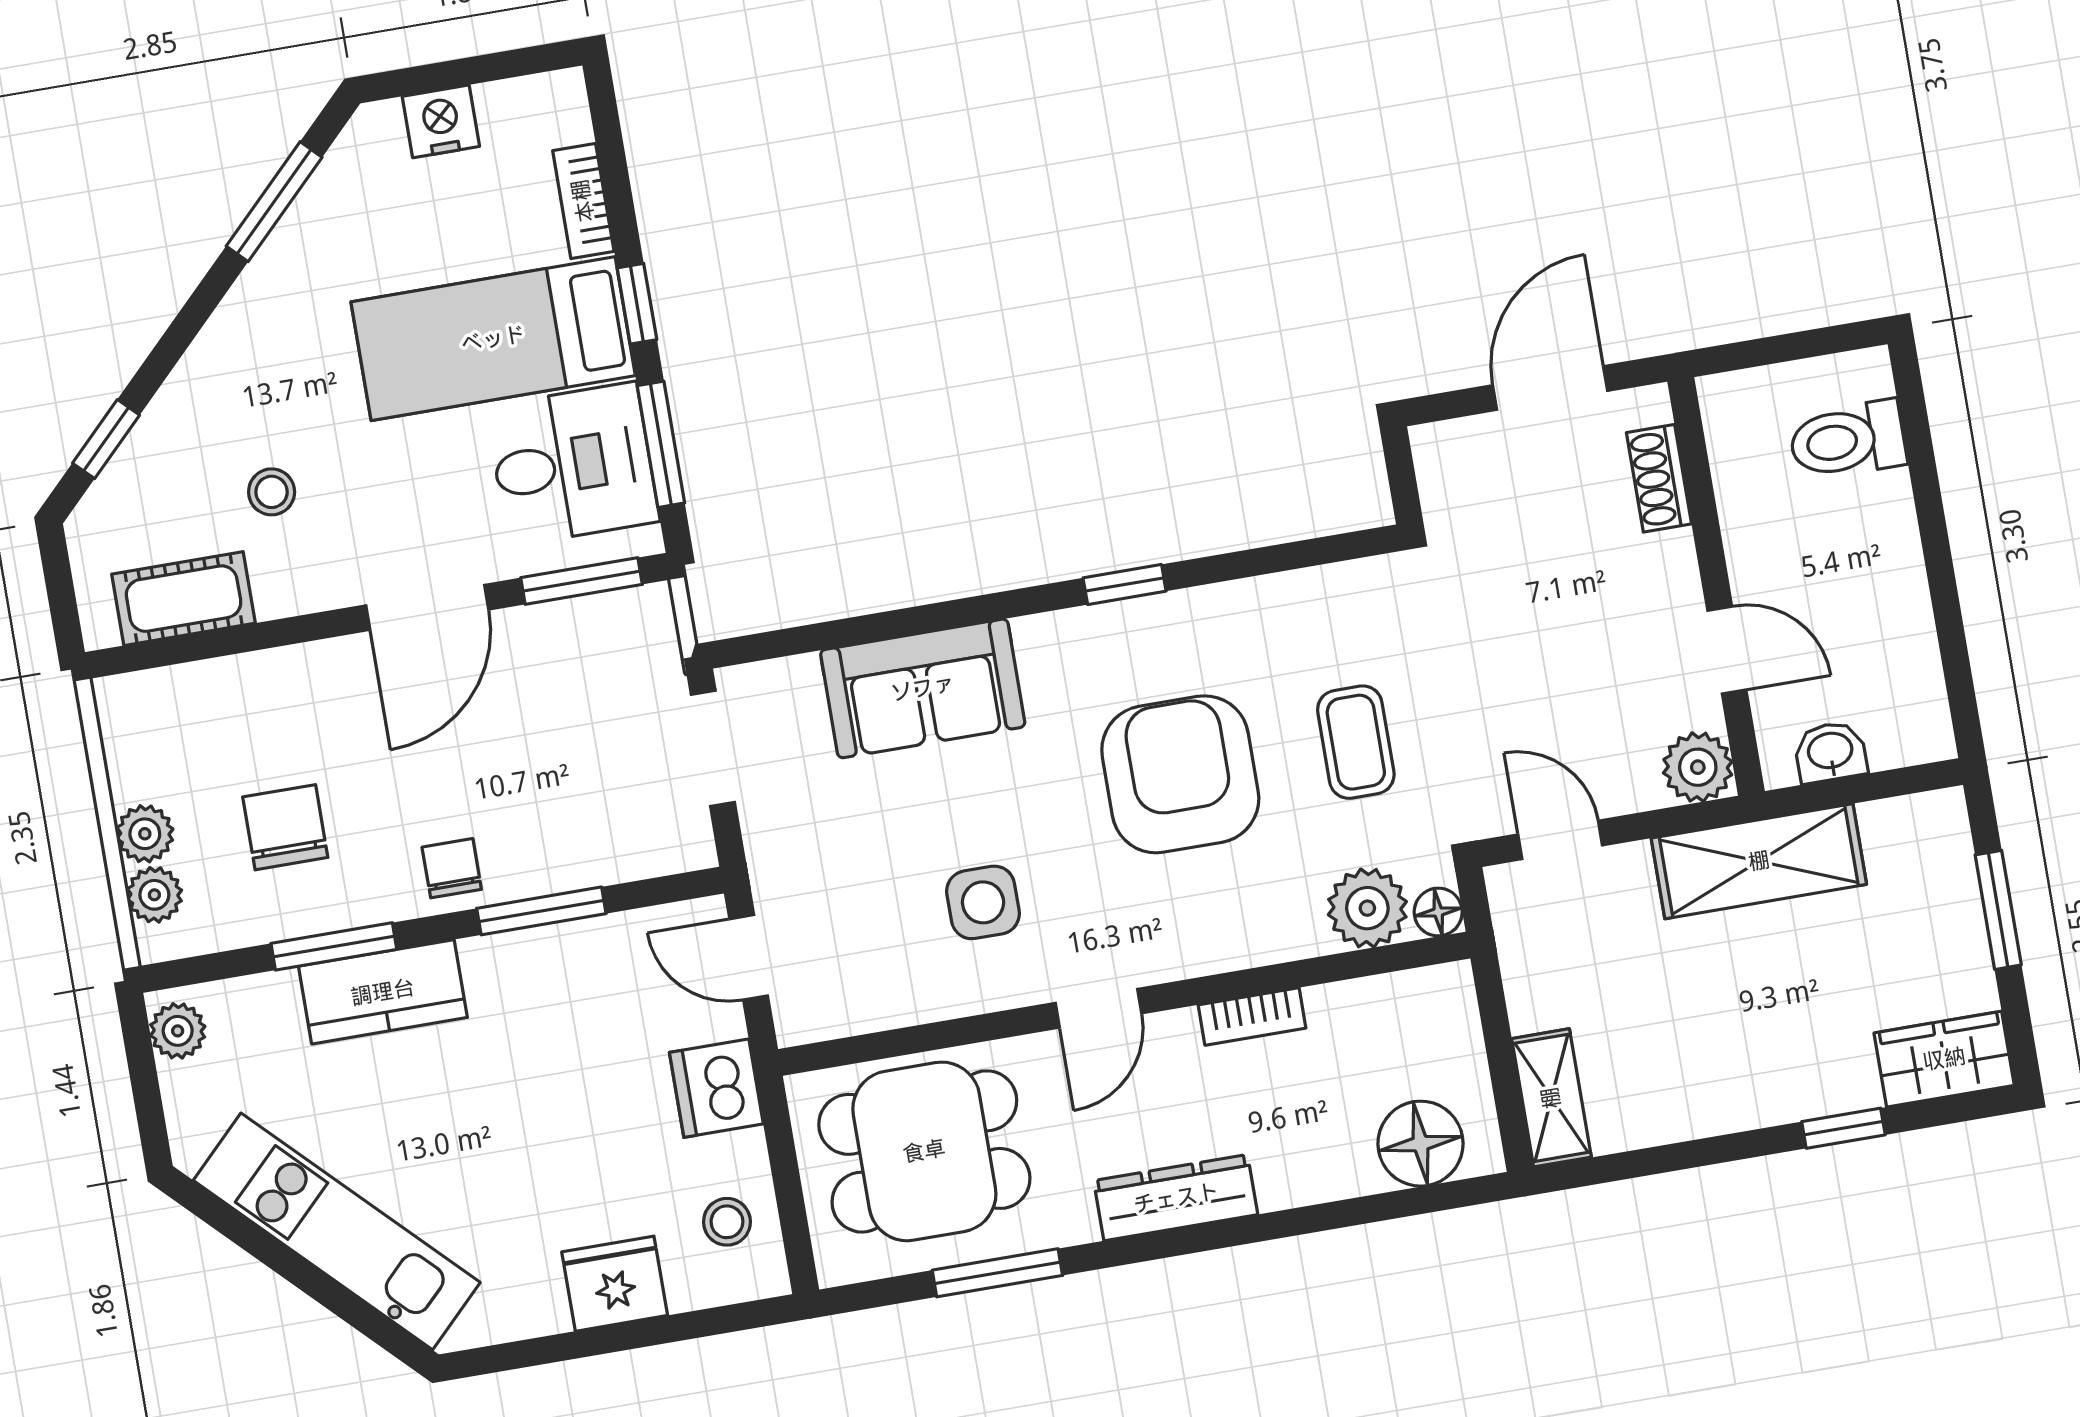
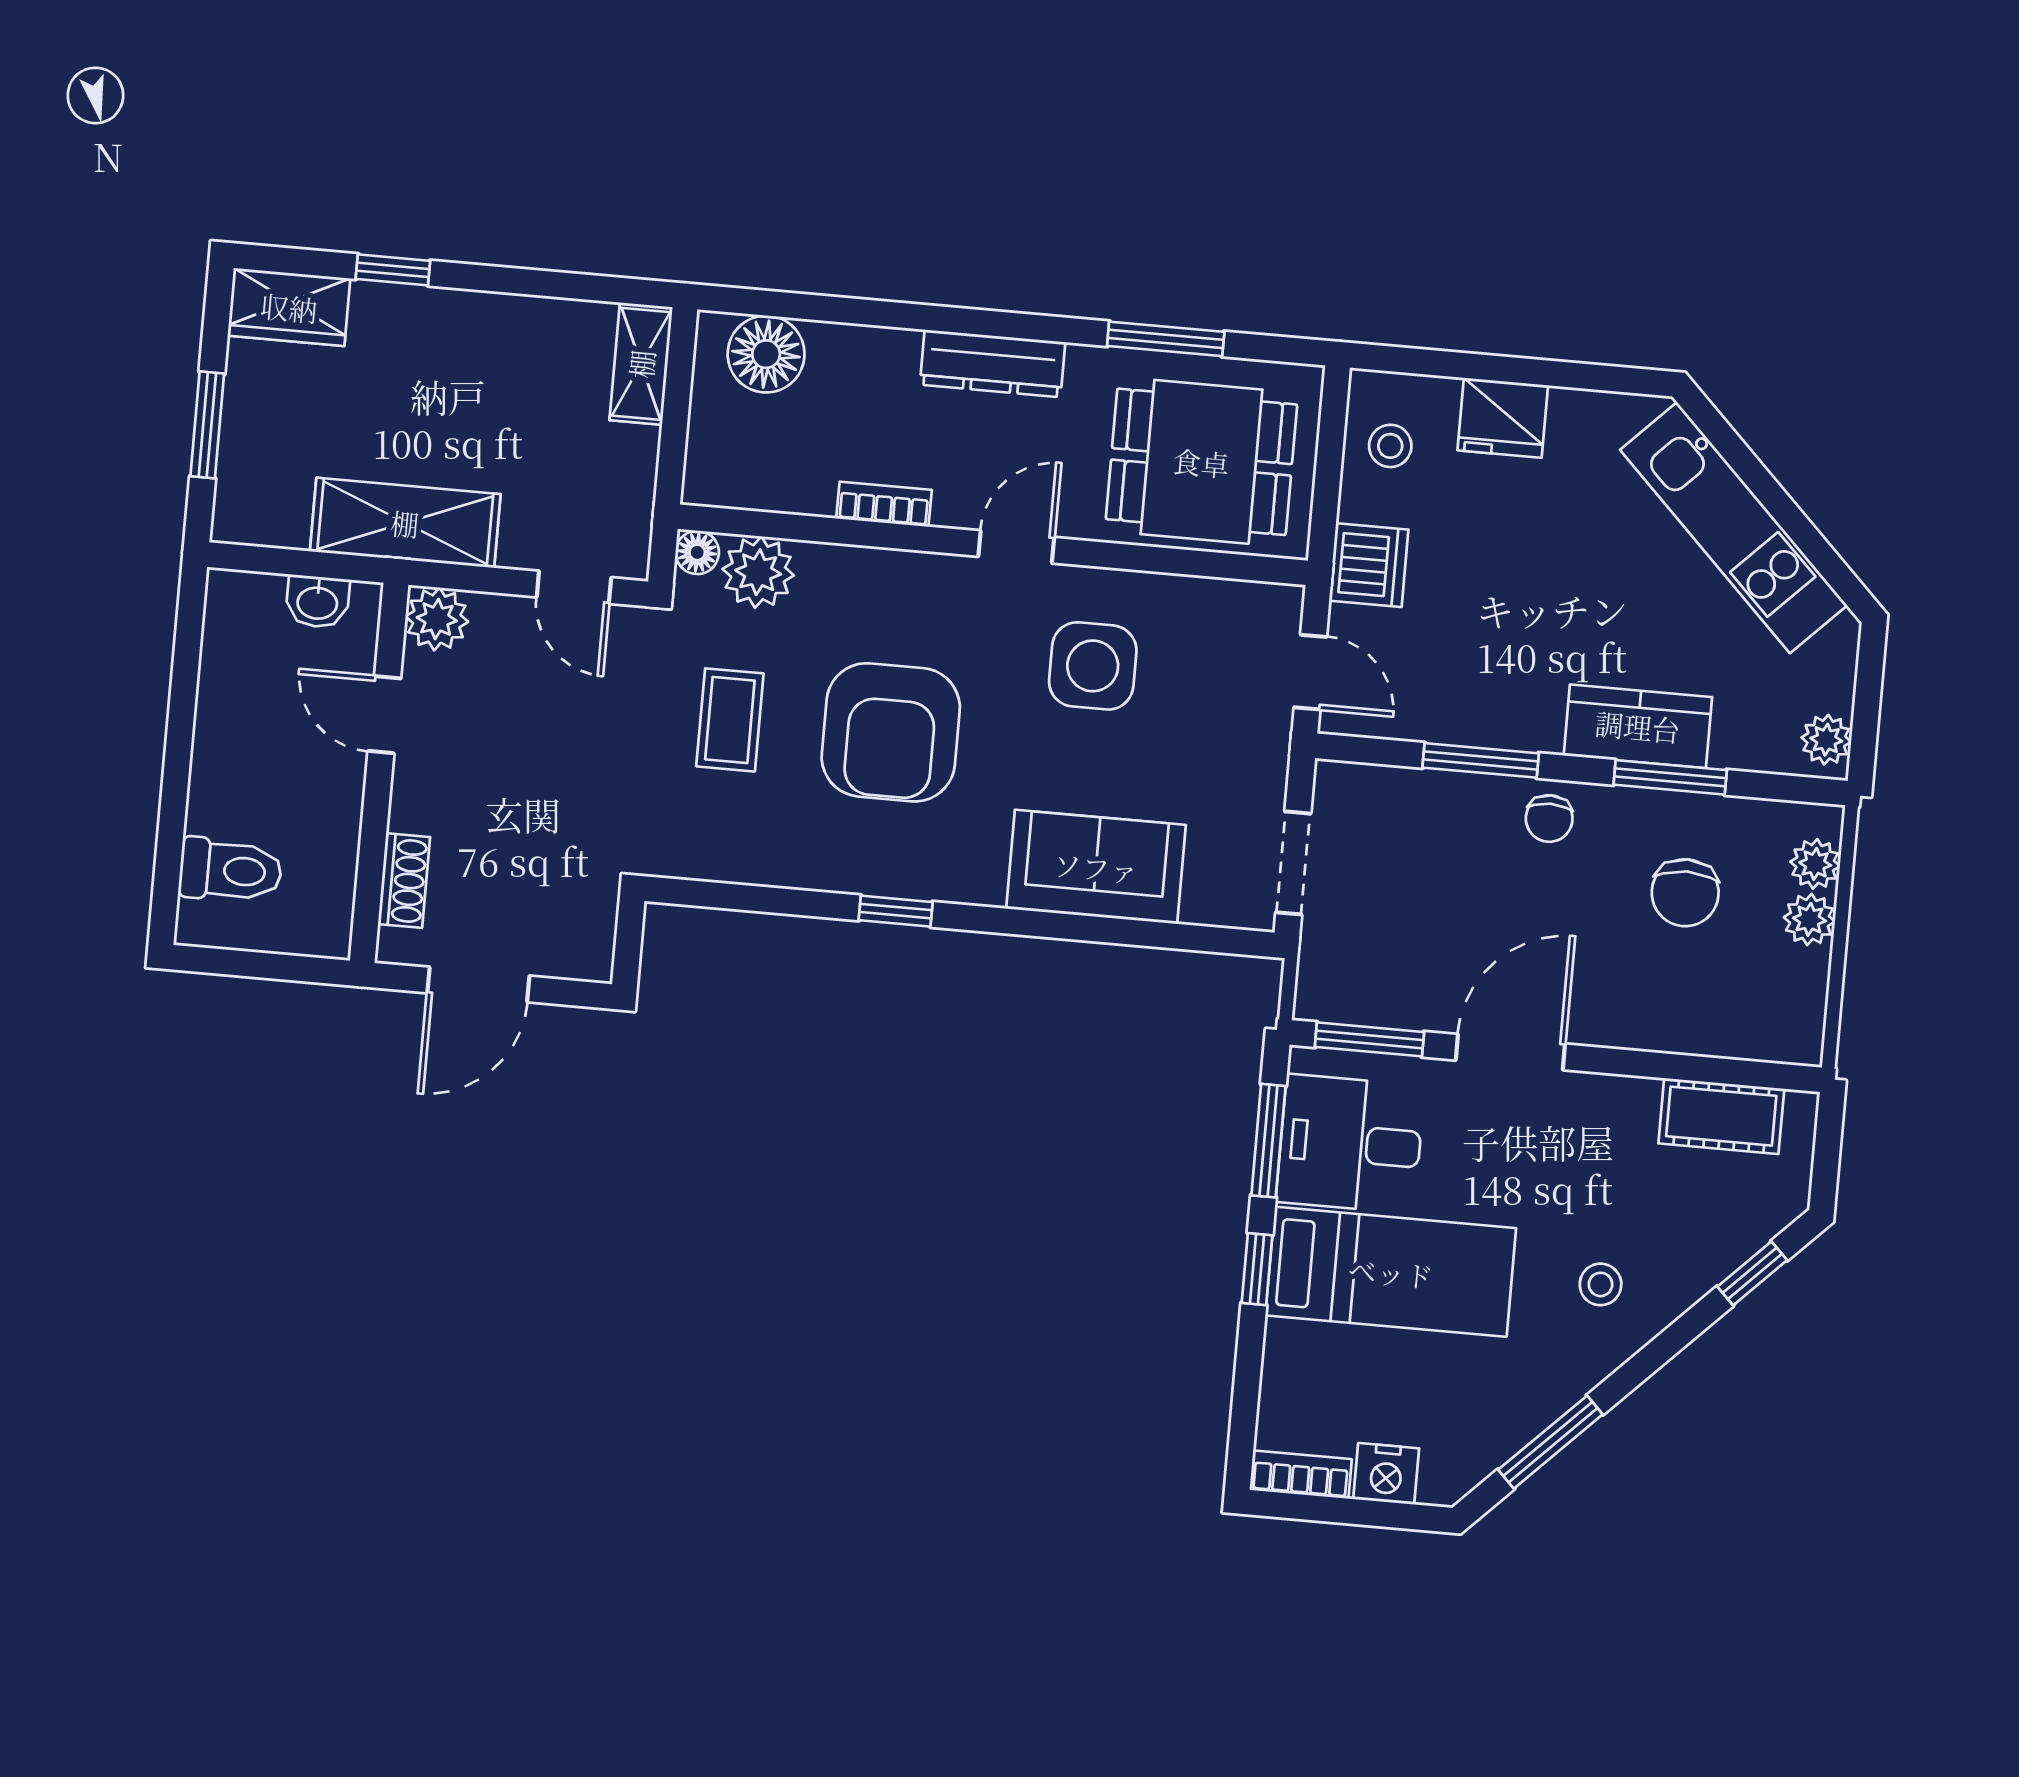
bookcase: (583, 201) -> (1301, 1475), moved, turned -90
stool: (272, 492) -> (1601, 1284), moved
side table: (983, 902) -> (1093, 666), width x1.37, depth x1.37

